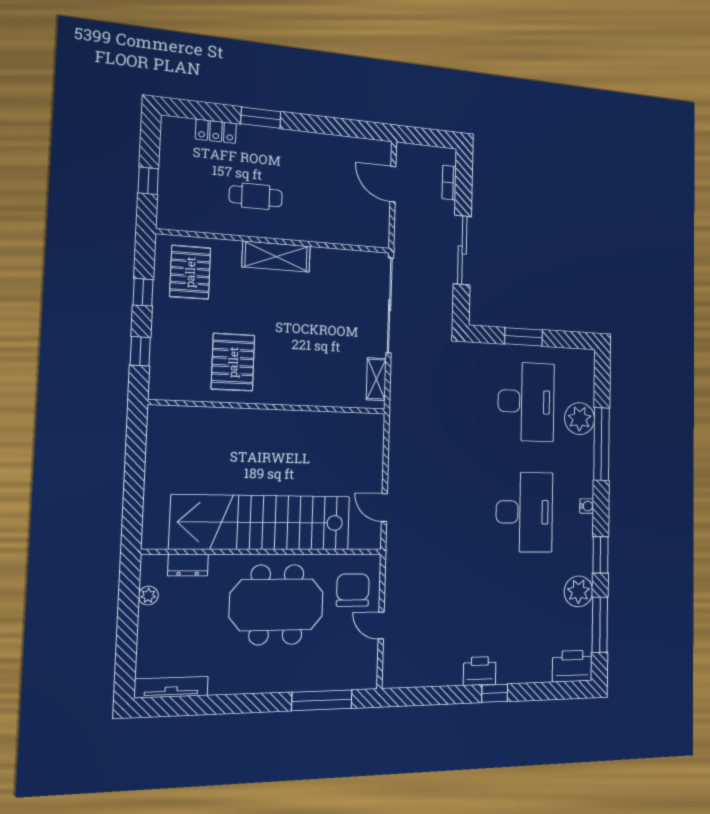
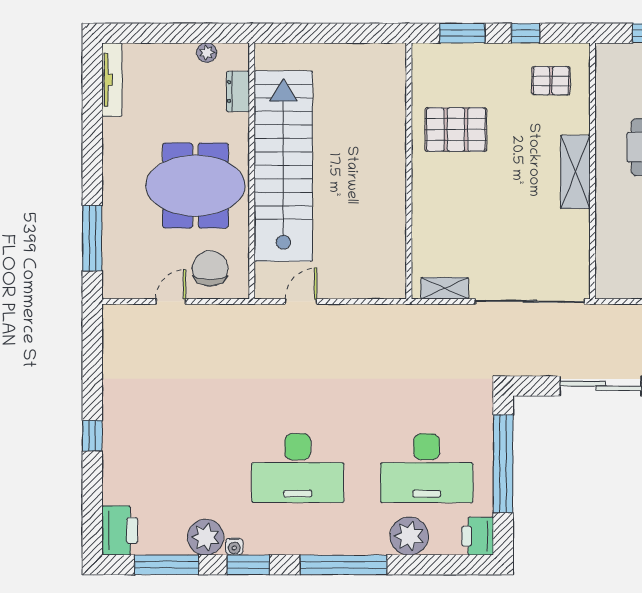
pallet: (190, 272) -> (551, 81), width x0.67, depth x0.71
window: (524, 337) -> (503, 464), width x2.11
window: (140, 351) -> (462, 33), width x1.50
window: (602, 444) -> (343, 565), moved
water cooler: (587, 506) -> (234, 547), moved
chair: (353, 590) -> (210, 268), turned -90
meeting table: (276, 605) -> (195, 186), turned 90
printer: (480, 671) -> (478, 536), moved, turned 180

